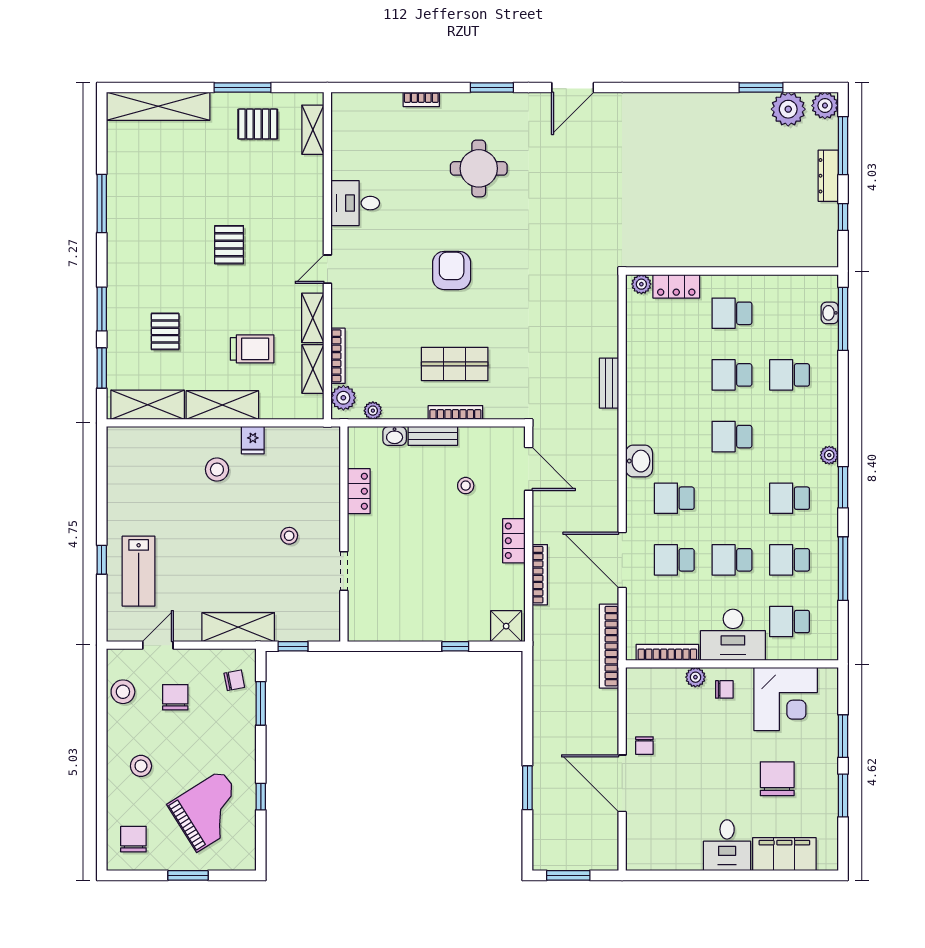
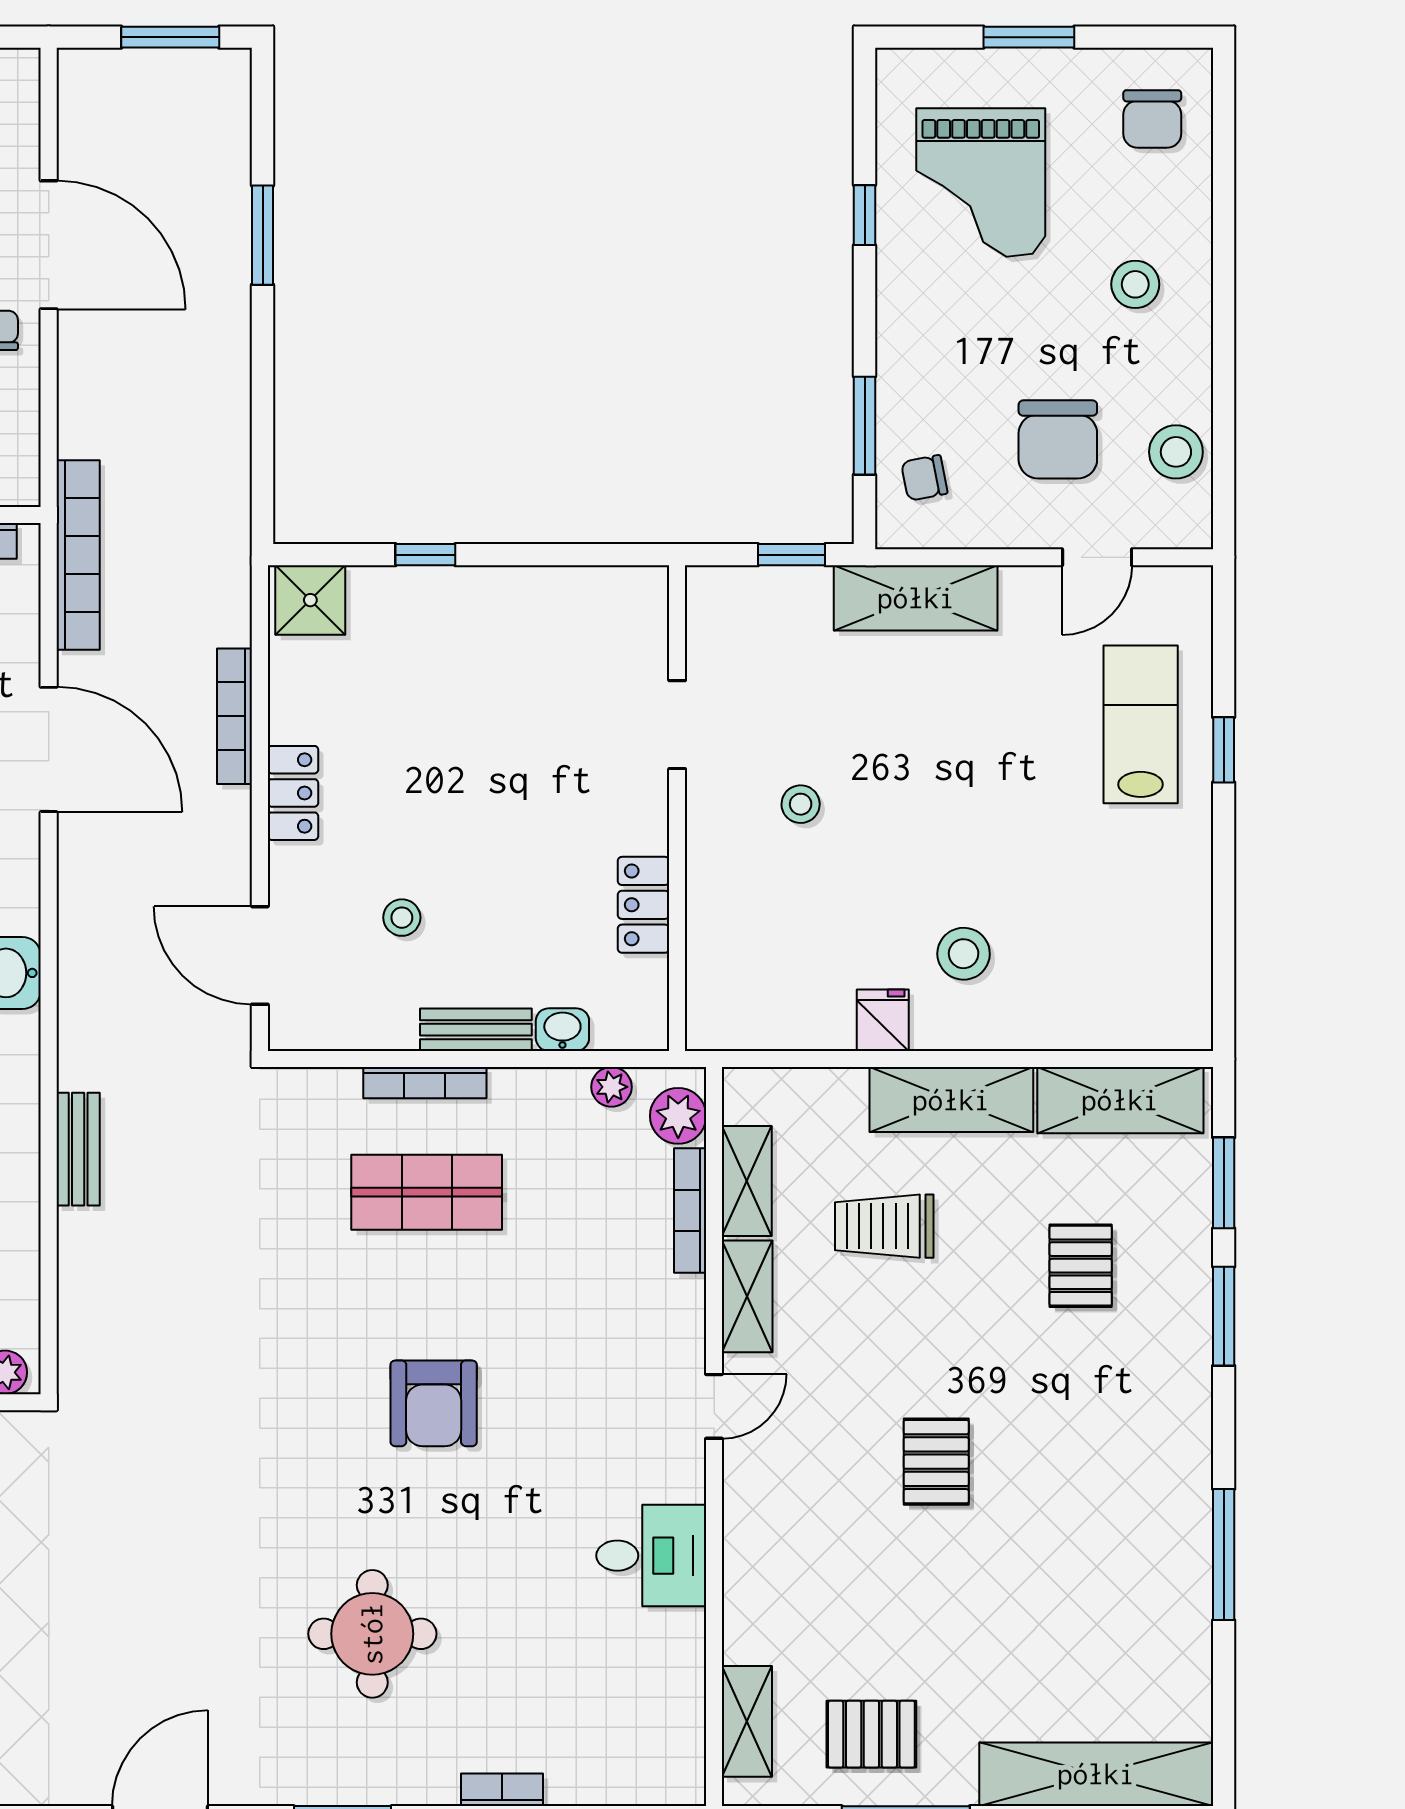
chair: (175, 697) -> (1058, 439), width x1.37, depth x1.37
grand piano: (209, 811) -> (981, 182), turned -58

